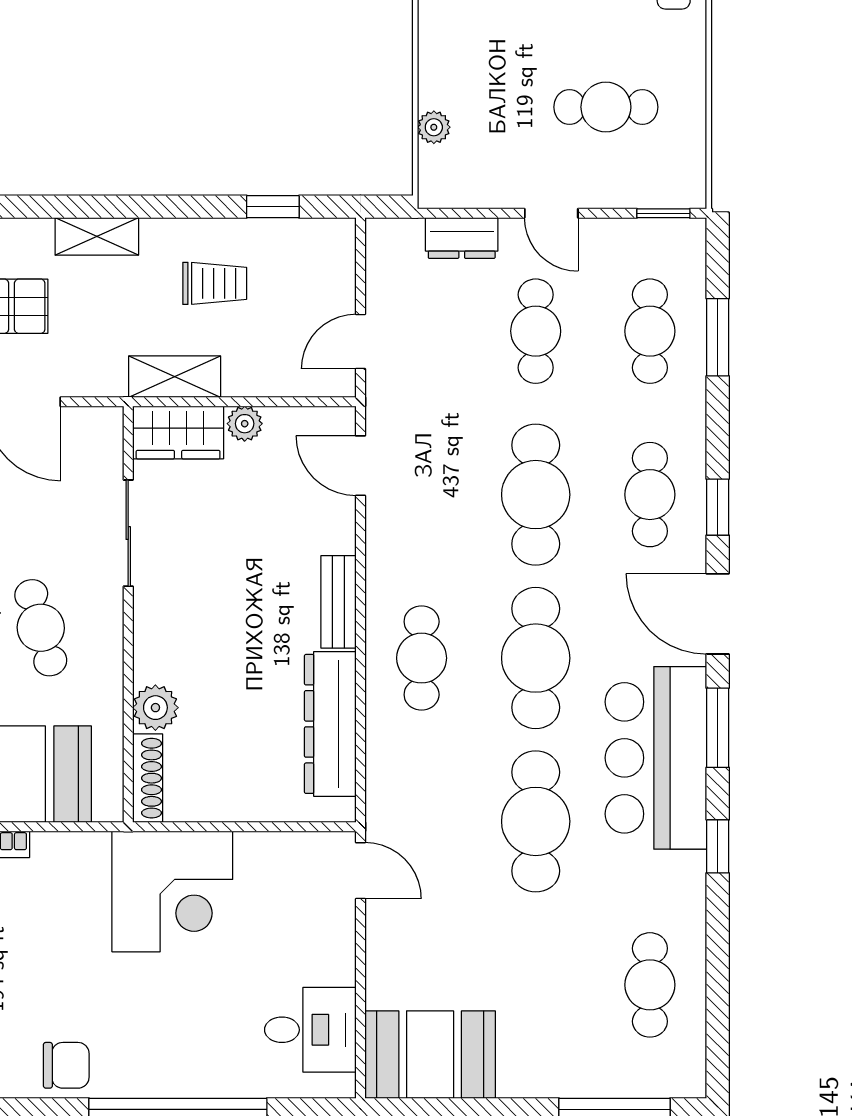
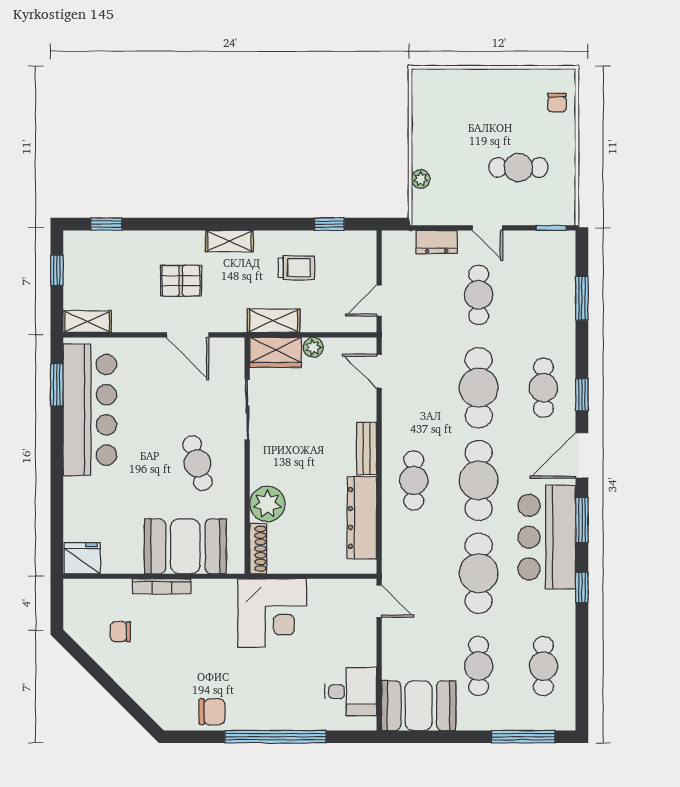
cafe table: (650, 331) -> (479, 666), moved
door: (718, 614) -> (582, 455), hinge flipped
plant: (155, 708) -> (267, 504), width x1.36, depth x1.36

